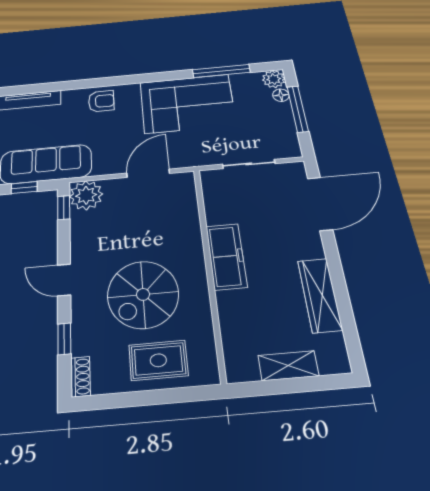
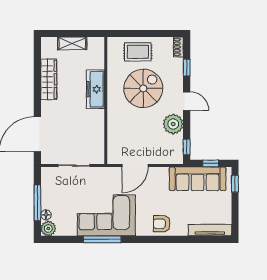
window: (221, 71) -> (102, 239), moved
plant: (86, 195) -> (173, 124), moved
freezer: (226, 256) -> (95, 89), moved

